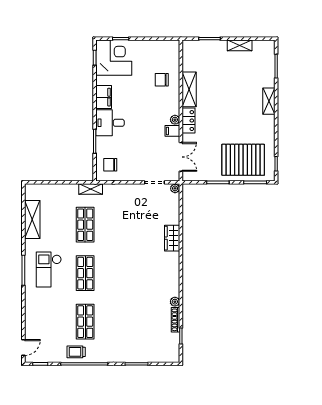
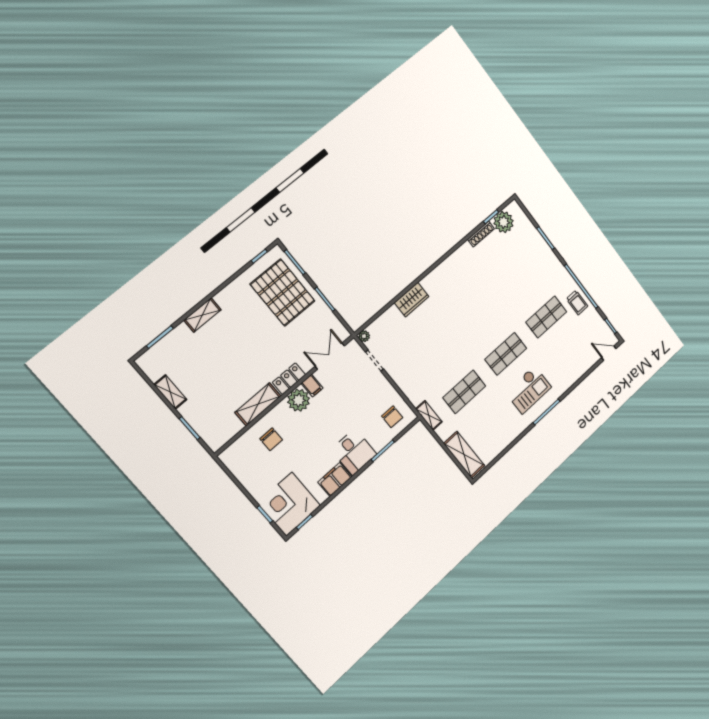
plant: (175, 120) -> (299, 400), width x1.88, depth x1.88
shelving: (32, 220) -> (464, 455), moved, turned 90
plant: (175, 302) -> (504, 222), moved, width x1.88, depth x1.88

